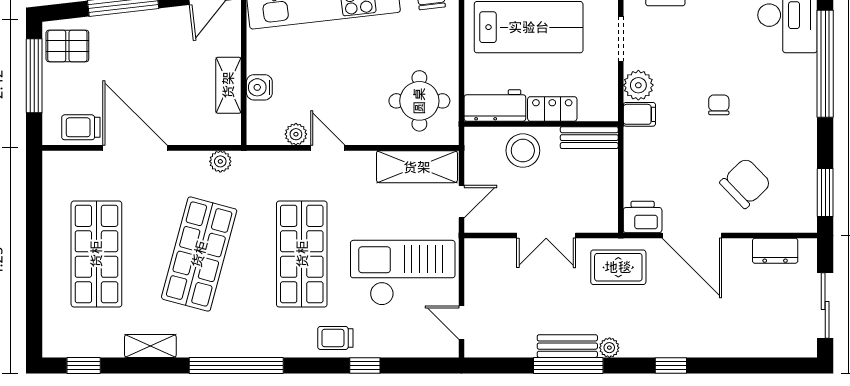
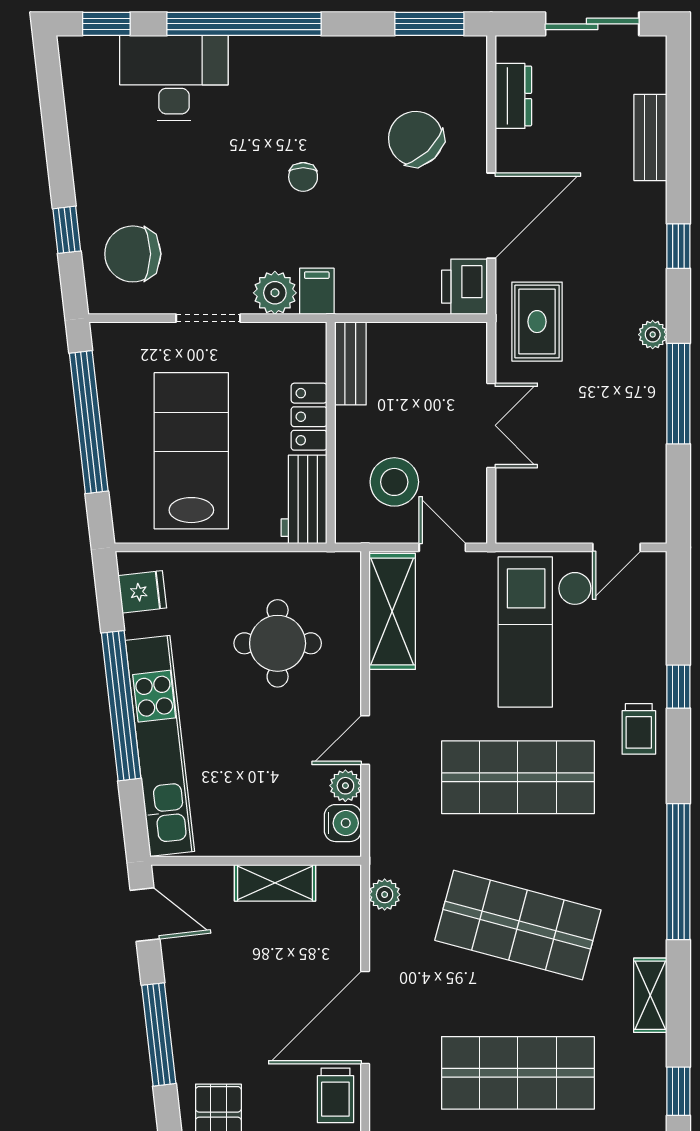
water cooler: (259, 87) -> (343, 823), moved, turned -90
round table: (419, 101) -> (278, 643), moved
chair: (719, 105) -> (303, 177), turned -90
stool: (523, 151) -> (394, 482), moved
bench: (567, 346) -> (650, 137), moved

